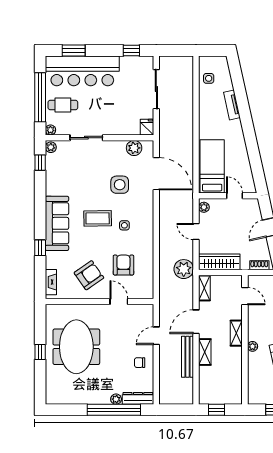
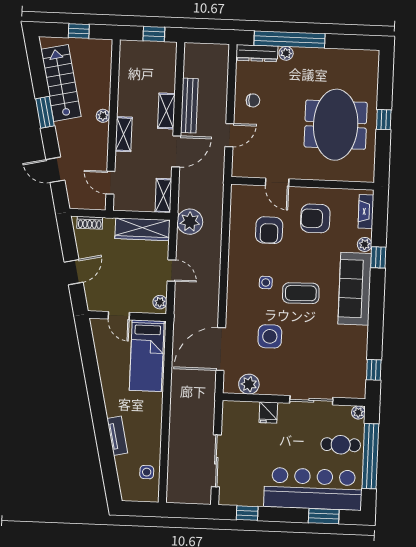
fridge: (147, 127) -> (268, 413), moved
plant: (51, 147) -> (365, 244), moved
door: (156, 174) -> (221, 349), hinge flipped
armchair: (89, 275) -> (315, 218), turned 35

